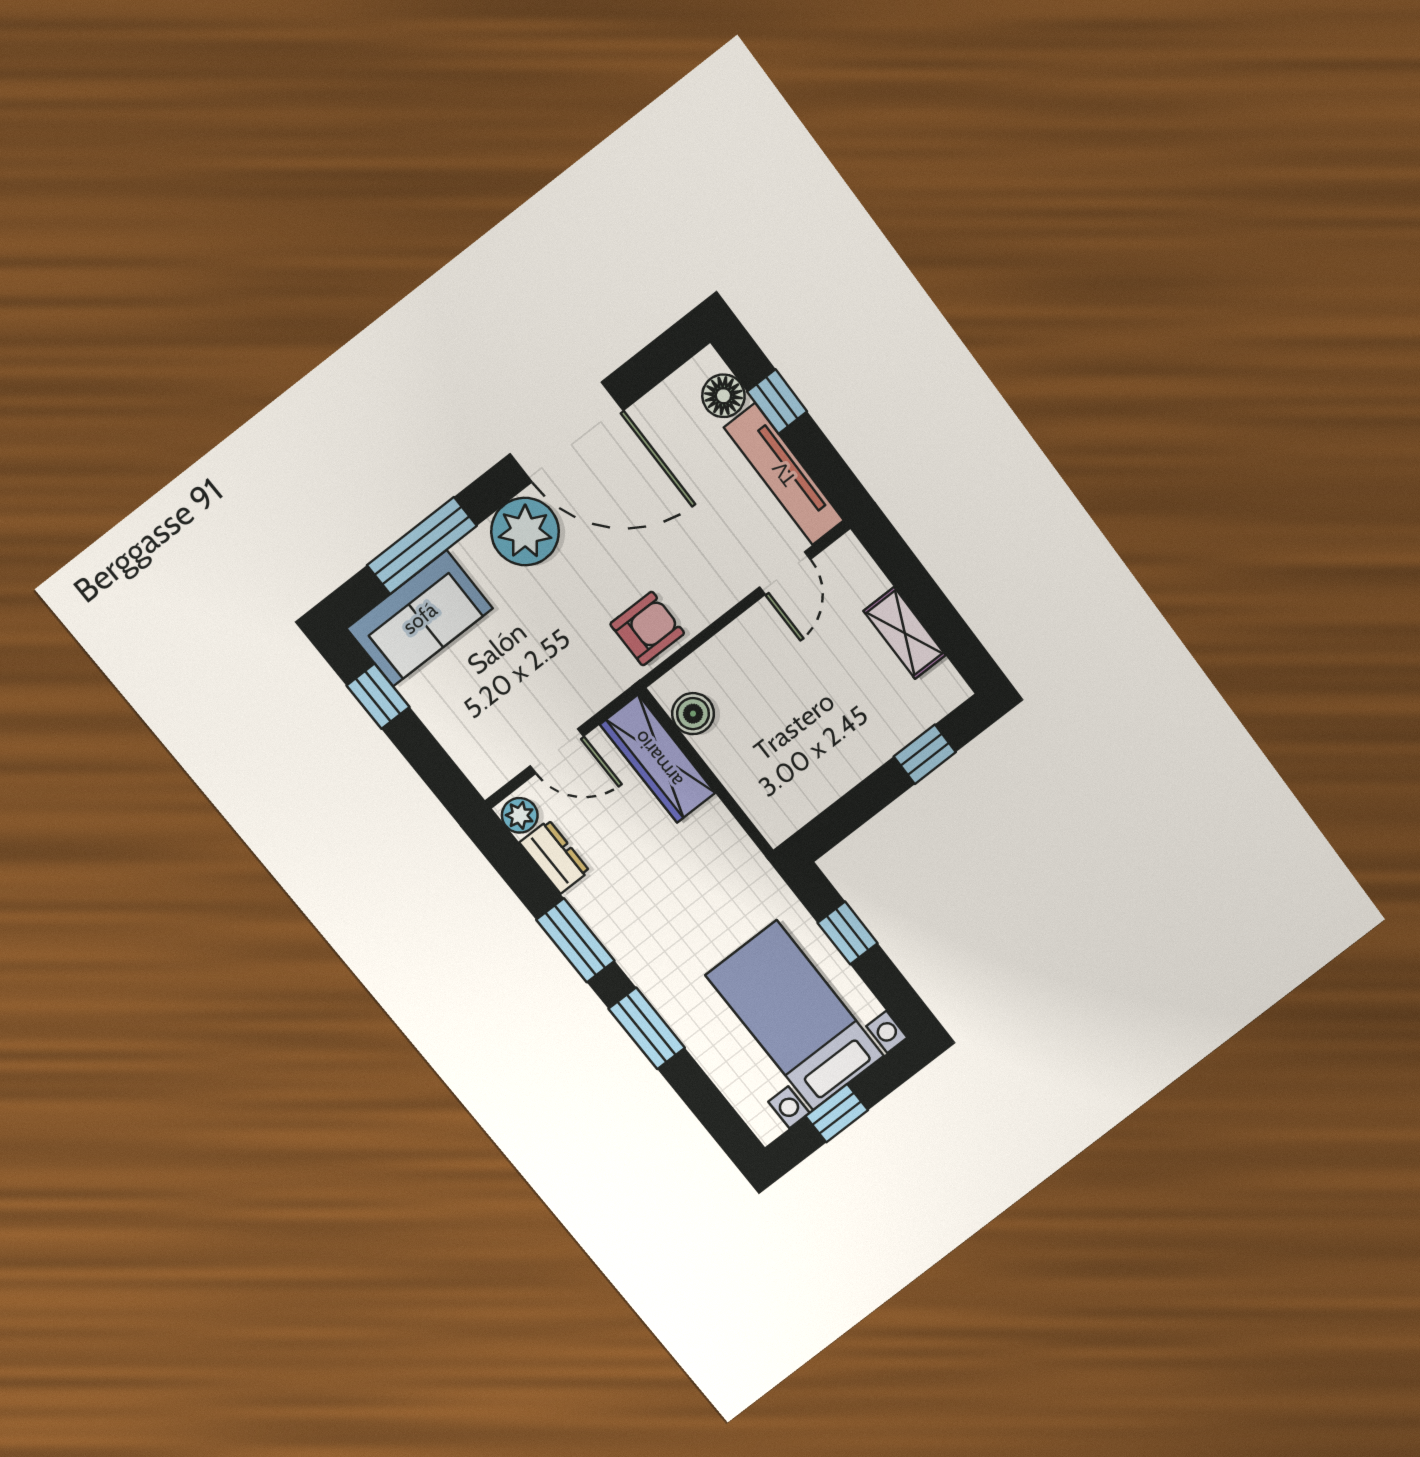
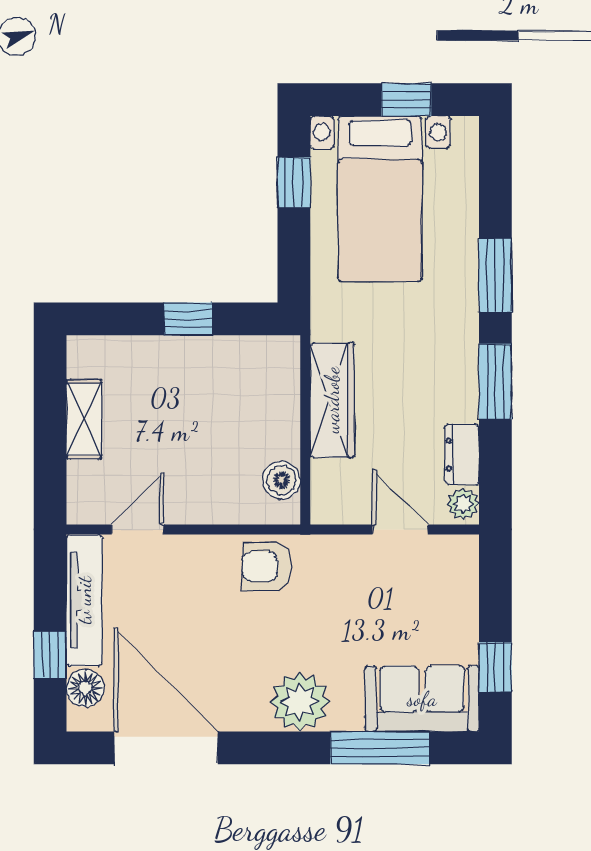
door: (567, 432) -> (166, 748), moved
window: (925, 754) -> (188, 319), moved
wardrobe: (658, 759) -> (332, 400), moved
window: (848, 933) -> (294, 182), moved

